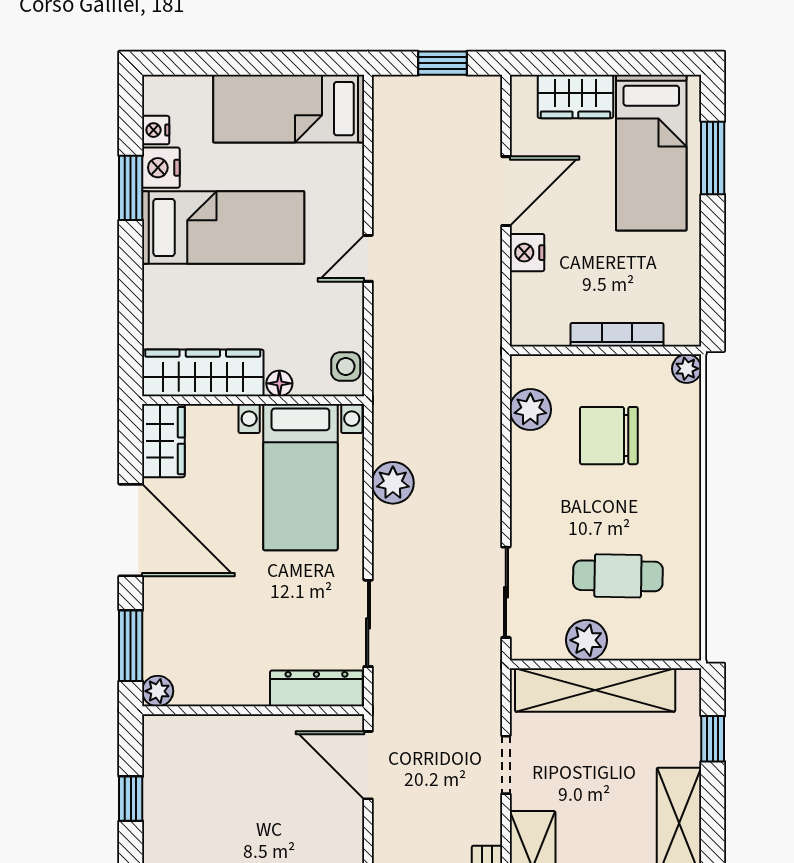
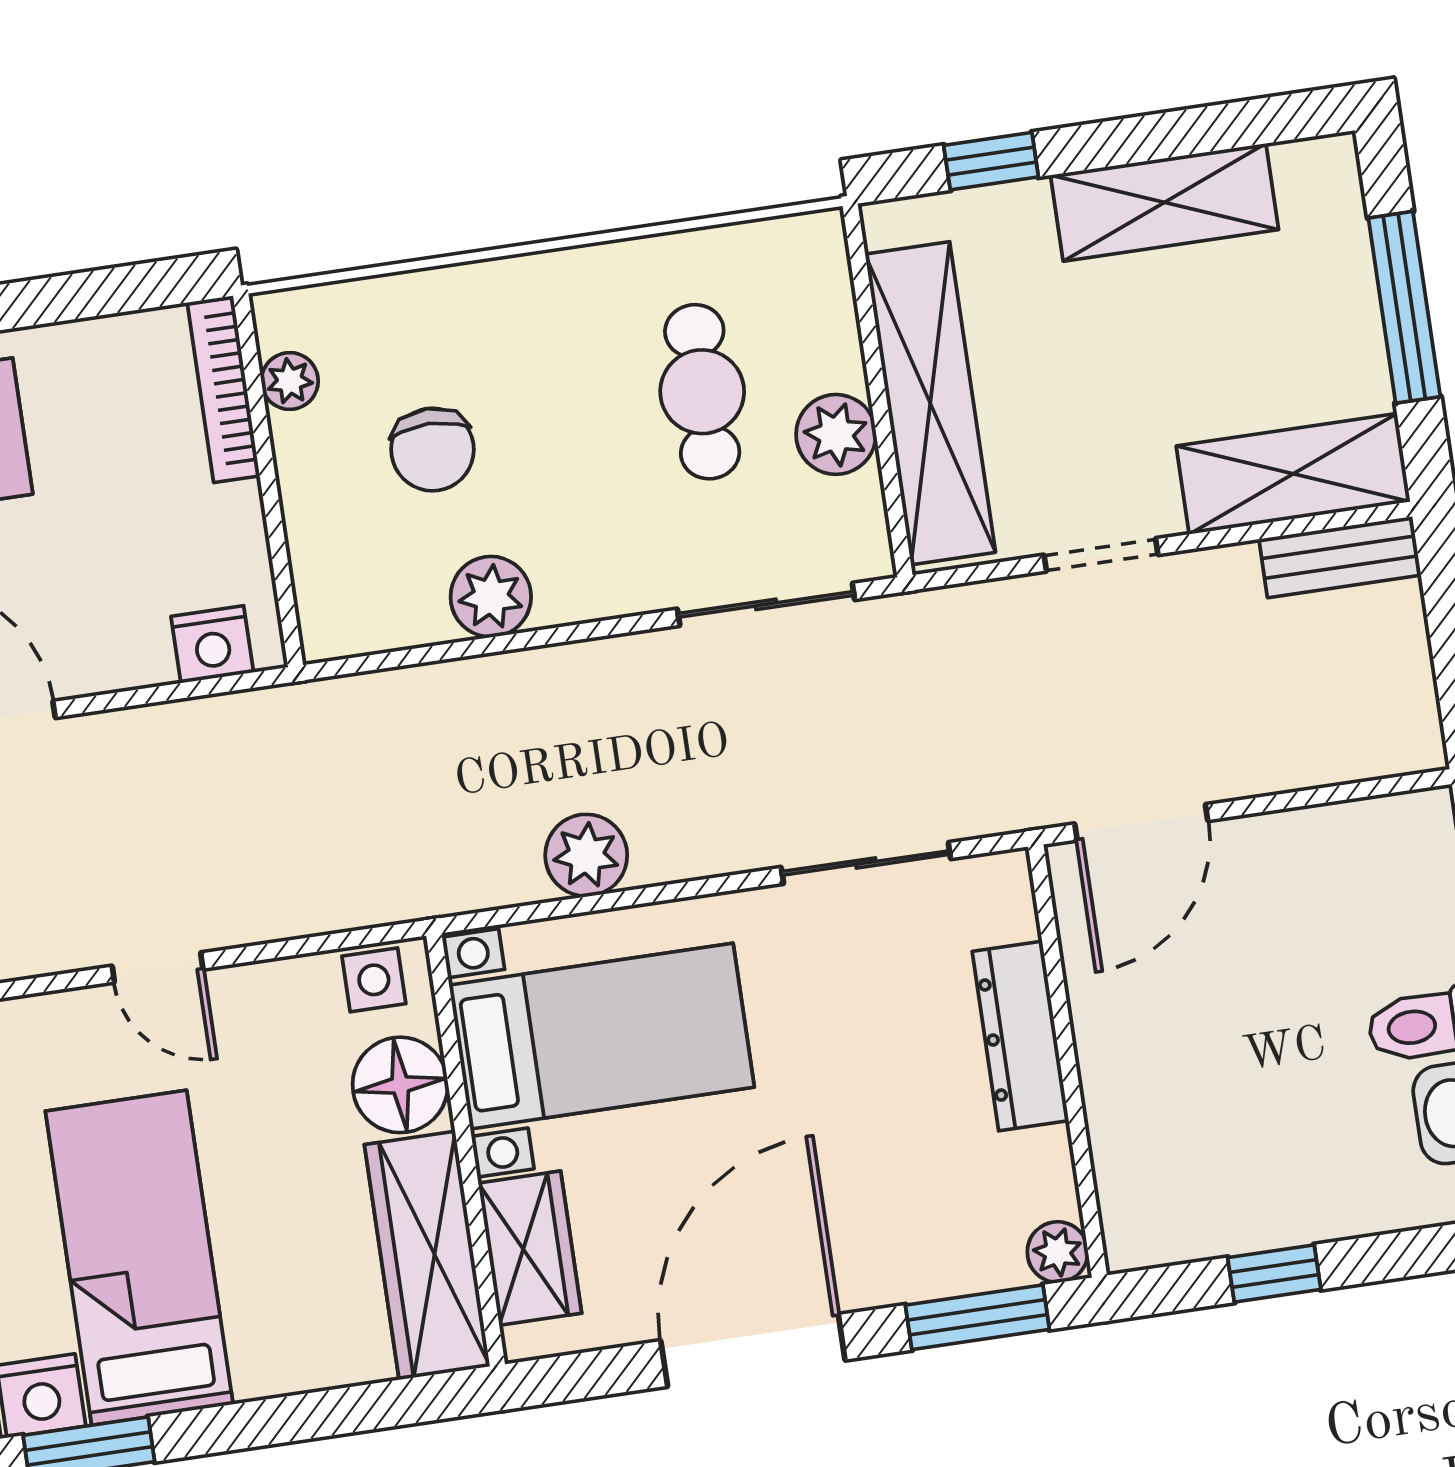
nightstand: (527, 253) -> (212, 644), moved
bookcase: (617, 335) -> (223, 389), moved
plant: (687, 369) -> (290, 381), moved
floor lamp: (279, 383) -> (400, 1085), width x1.89, depth x1.89
plant: (530, 410) -> (491, 597), moved
chair: (609, 436) -> (432, 450), width x0.73, depth x0.73
wardrobe: (163, 441) -> (530, 1248), moved, turned 90
dresser: (316, 688) -> (1020, 1036), moved

